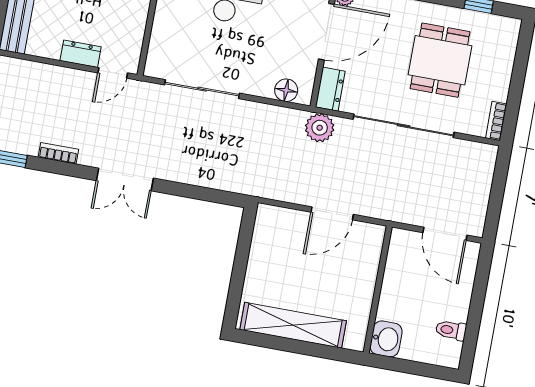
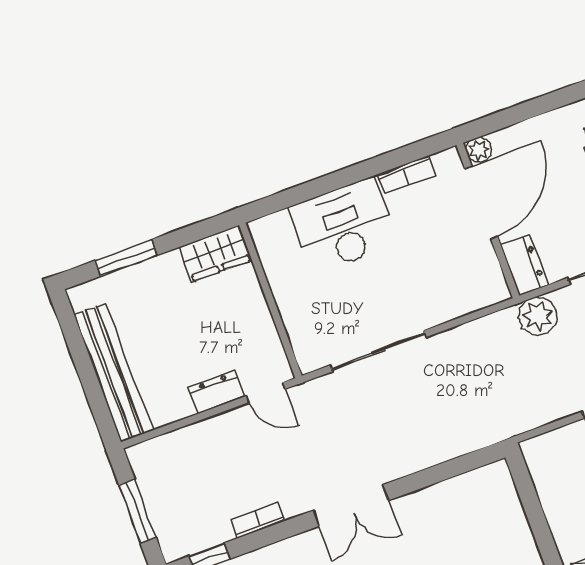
door: (113, 73) -> (266, 392), hinge flipped
floor lamp: (286, 90) -> (475, 296), removed

